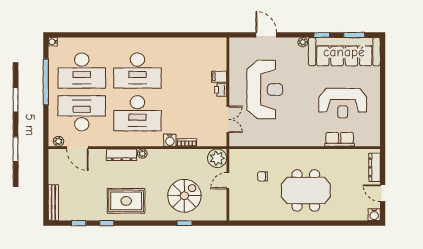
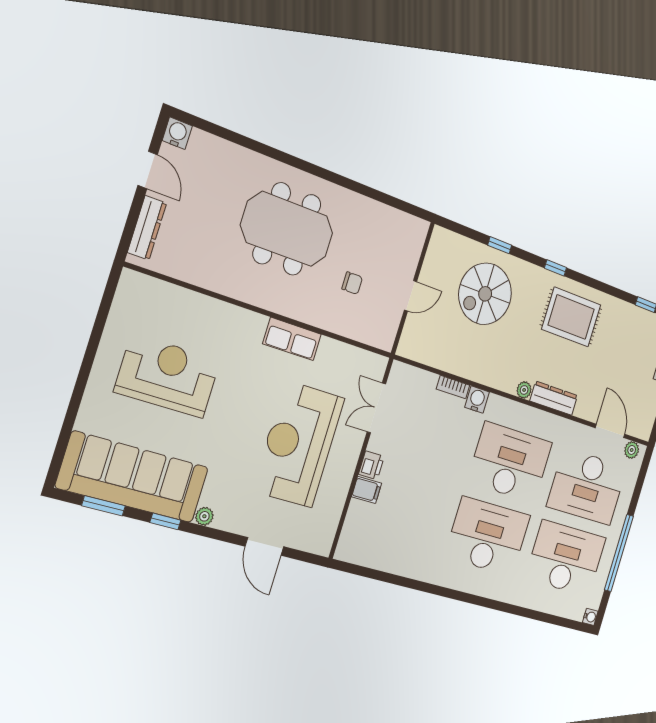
row of seats: (340, 139) -> (292, 339), moved
plant: (217, 158) -> (415, 343), removed
window: (107, 223) -> (555, 268), moved

